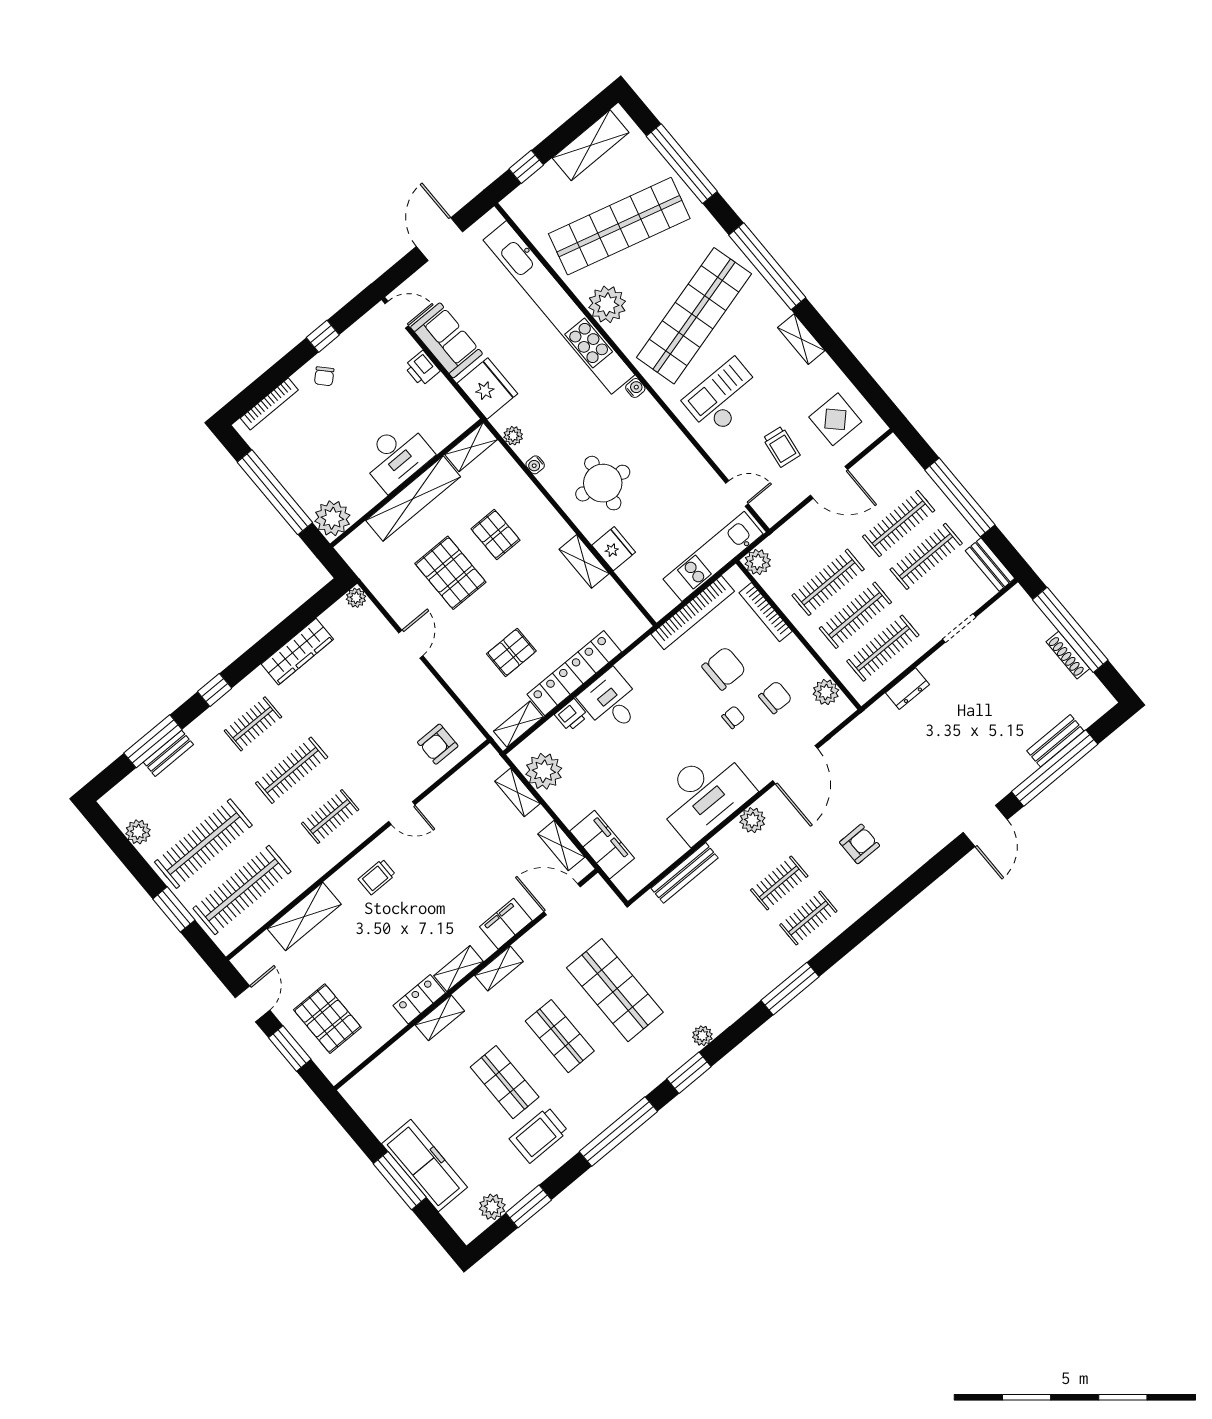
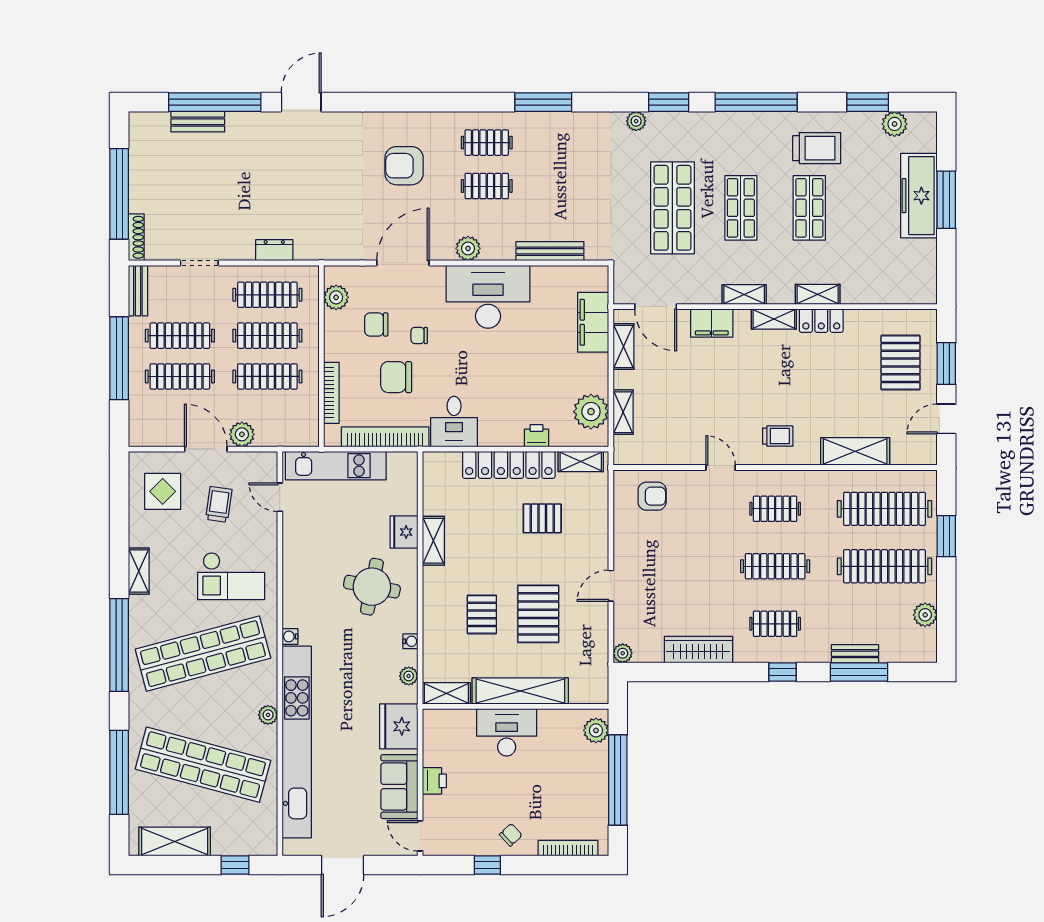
plant: (607, 304) -> (268, 715), width x0.53, depth x0.53
plant: (332, 518) -> (596, 730), width x0.73, depth x0.73
plant: (758, 562) -> (242, 434), moved
shoe rack: (1068, 655) -> (136, 237), moved
desk: (611, 702) -> (454, 422), moved
armchair: (860, 844) -> (404, 166), width x1.38, depth x1.38

